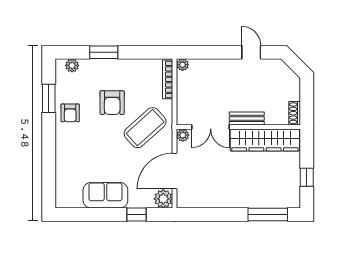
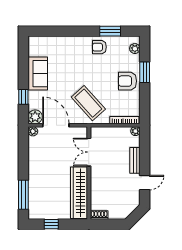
armchair: (112, 103) -> (128, 81), moved
bench: (247, 118) -> (135, 160), moved
plant: (183, 135) -> (33, 131), moved

